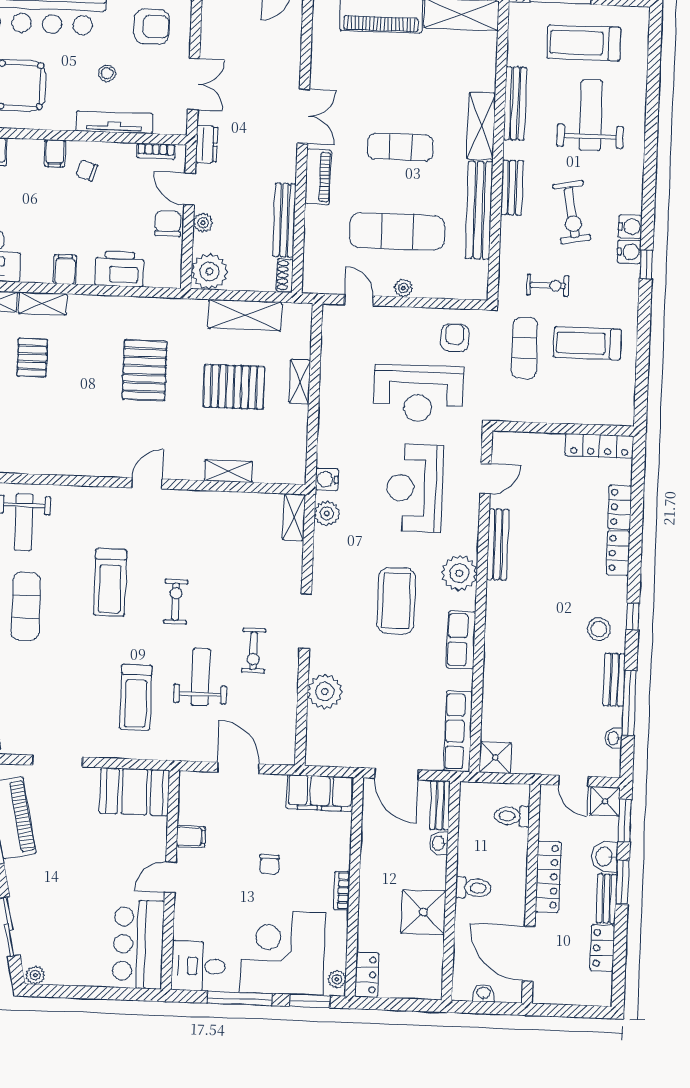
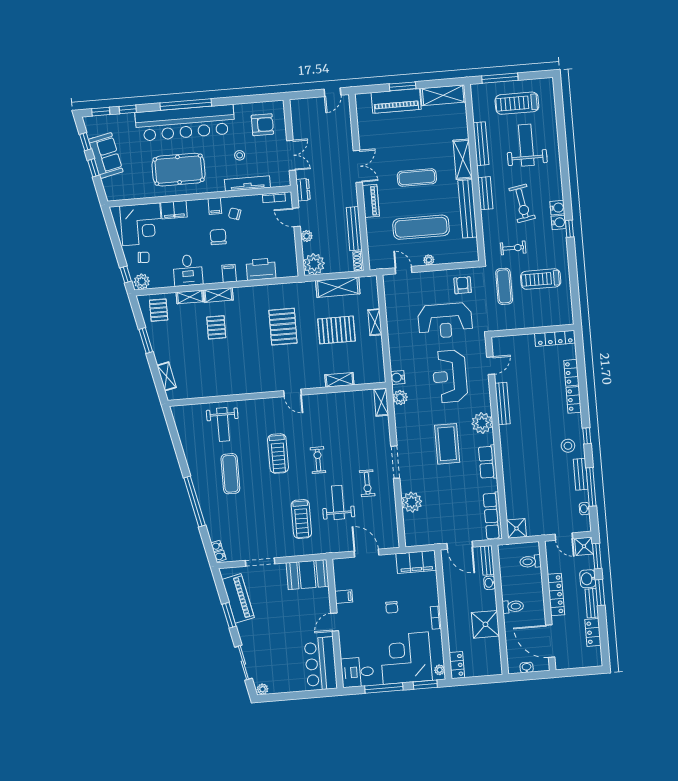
chair: (168, 224) -> (218, 237), moved
door: (147, 483) -> (293, 393), swing flipped

